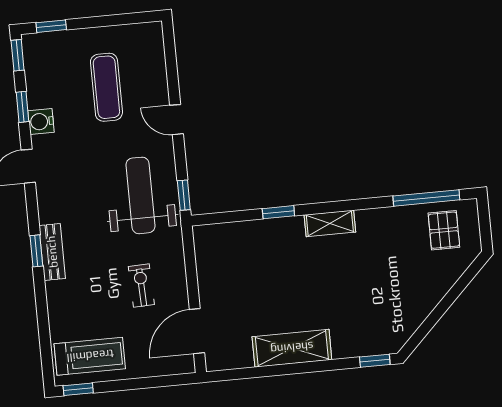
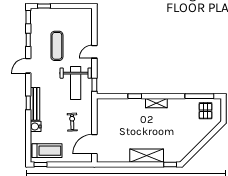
exercise mat: (106, 87) -> (57, 46), moved
door: (177, 120) -> (94, 52), hinge flipped
water cooler: (41, 121) -> (36, 126), moved
weight bench: (140, 195) -> (76, 83), turned 180
bench: (52, 252) -> (35, 104), width x1.36
shelving: (292, 348) -> (147, 156), moved

